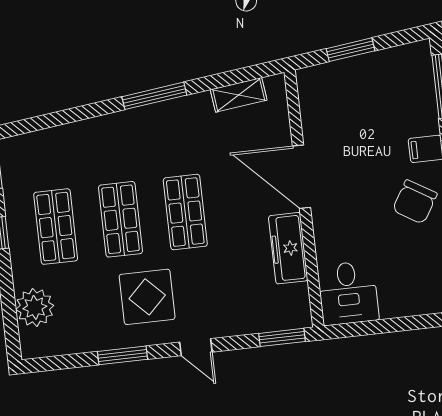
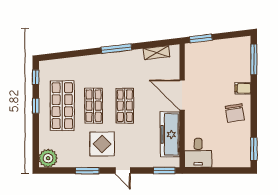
window: (350, 50) -> (201, 38), moved
chair: (415, 202) -> (235, 113), turned -40
shop shelf: (56, 227) -> (62, 106), width x1.43, depth x1.36
freezer: (288, 248) -> (170, 134), width x1.36, depth x1.26
plant: (35, 307) -> (48, 158), moved

